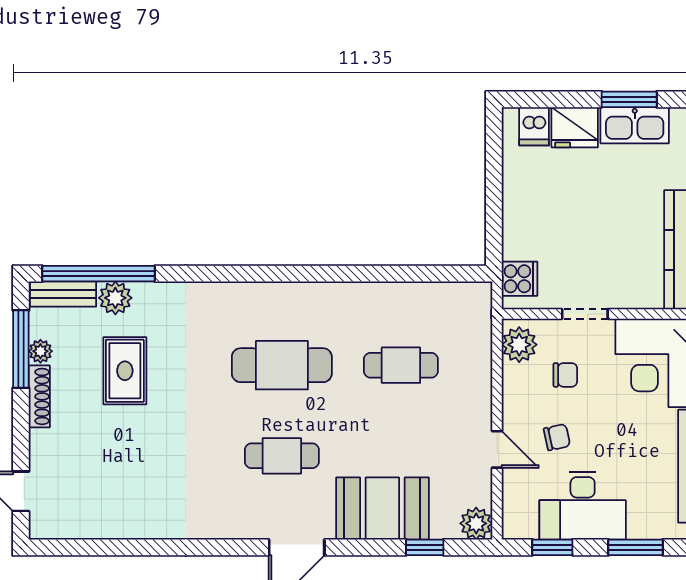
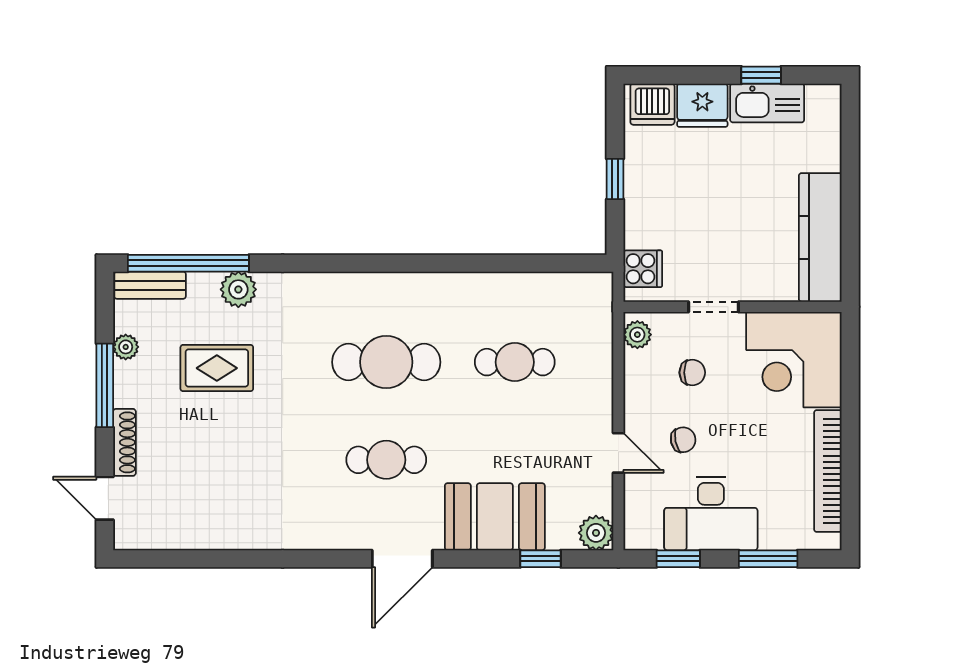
window: (629, 99) -> (761, 75), width x0.67
dishwasher: (534, 126) -> (652, 104), width x1.38
window: (494, 196) -> (615, 179), added
plant: (115, 298) -> (238, 289), moved
plant: (519, 345) -> (637, 335), width x0.73, depth x0.73
window: (21, 349) -> (105, 385), moved
rug: (125, 371) -> (217, 368), turned 90
shoe rack: (39, 396) -> (124, 442), moved

